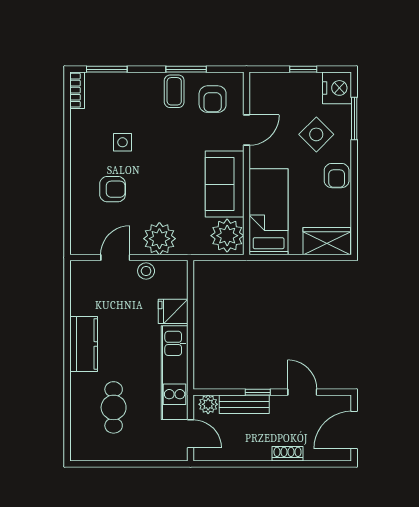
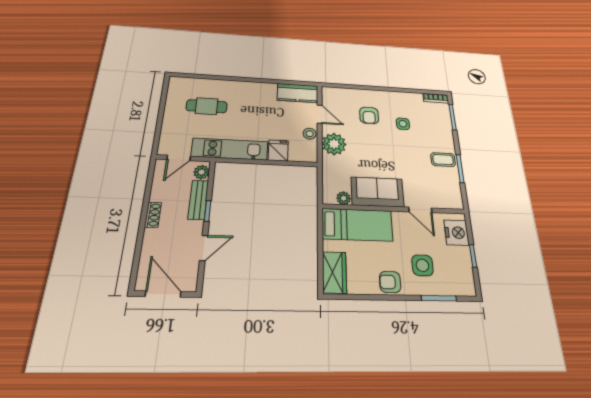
nightstand: (337, 88) -> (457, 233), moved, turned -90
armchair: (213, 99) -> (441, 186), removed
side table: (316, 134) -> (422, 265), turned 45
plant: (227, 236) -> (344, 198), width x0.53, depth x0.53
kitchen counter: (84, 344) -> (298, 93), moved
shoe rack: (287, 454) -> (153, 215), moved

